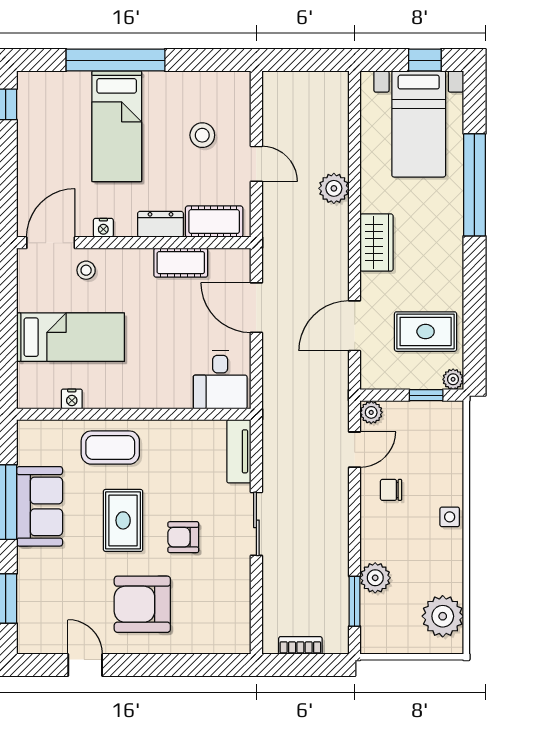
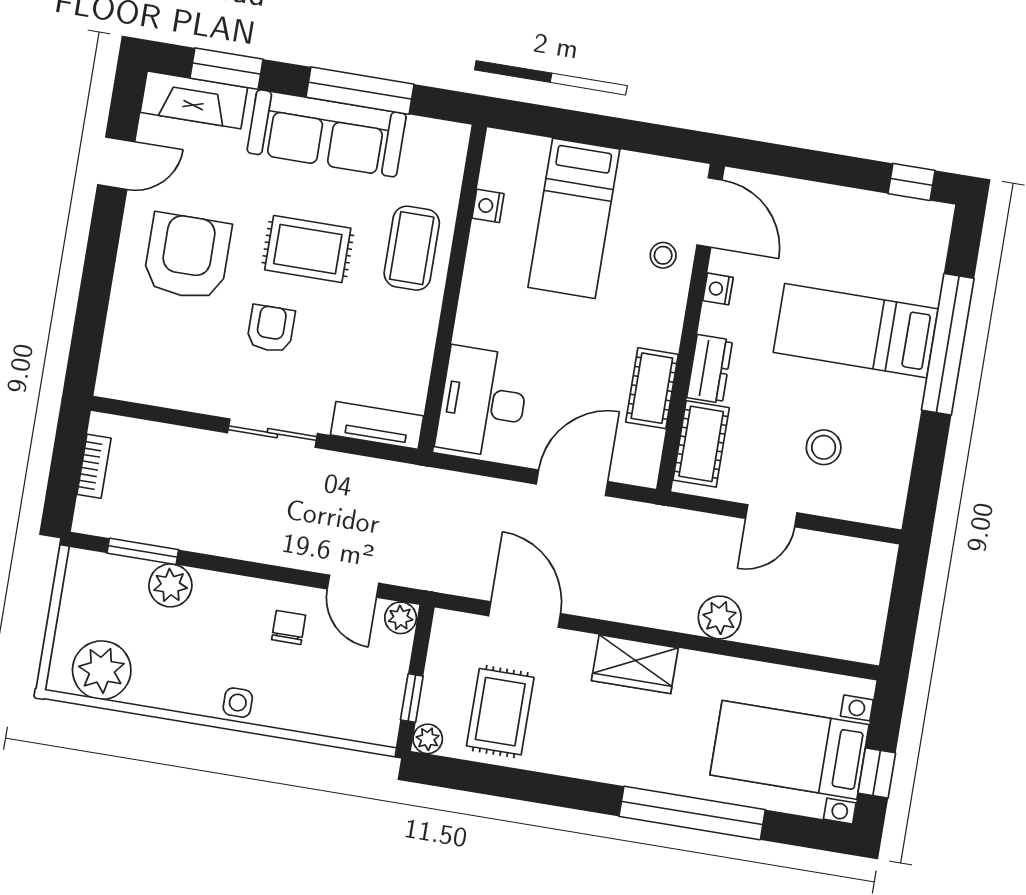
desk: (220, 380) -> (483, 402), width x1.37
sofa: (40, 506) -> (327, 133), width x1.36
fireplace: (32, 618) -> (194, 100), added

